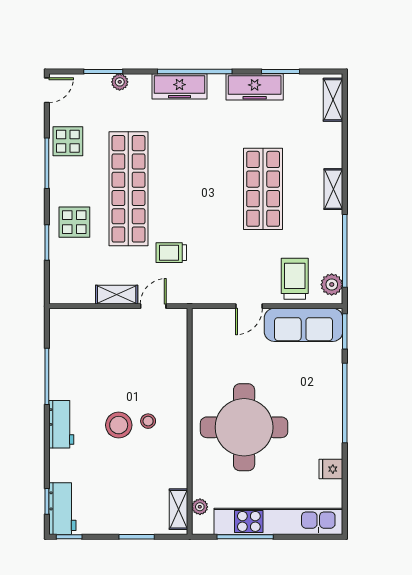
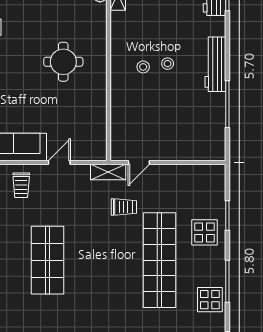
trolley: (295, 279) -> (21, 185), width x0.73, depth x0.72
shelving: (117, 295) -> (108, 172), moved
workbench: (61, 424) -> (215, 64), width x1.38
stool: (119, 425) -> (168, 64), width x0.53, depth x0.53
round table: (244, 427) -> (63, 62), width x0.54, depth x0.54

